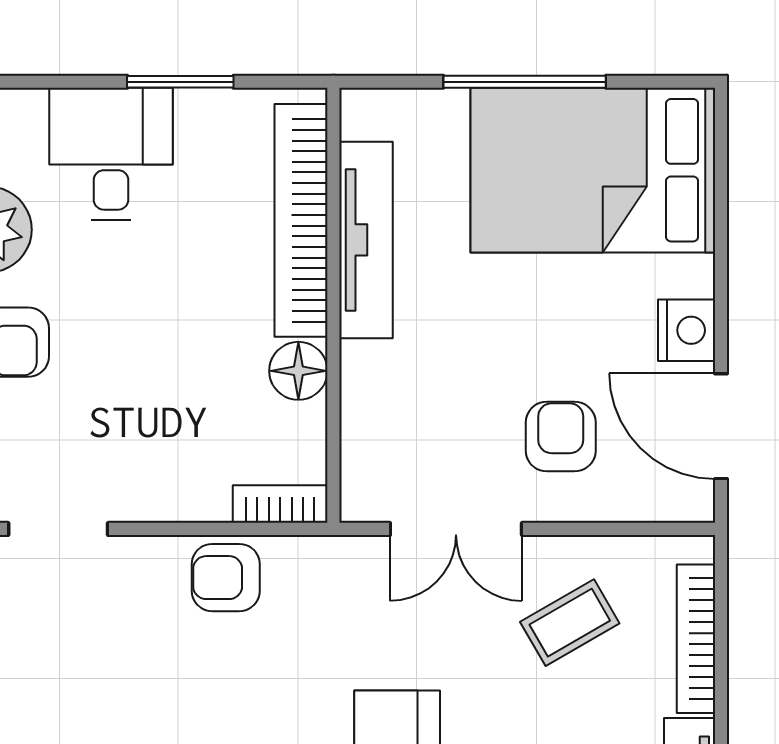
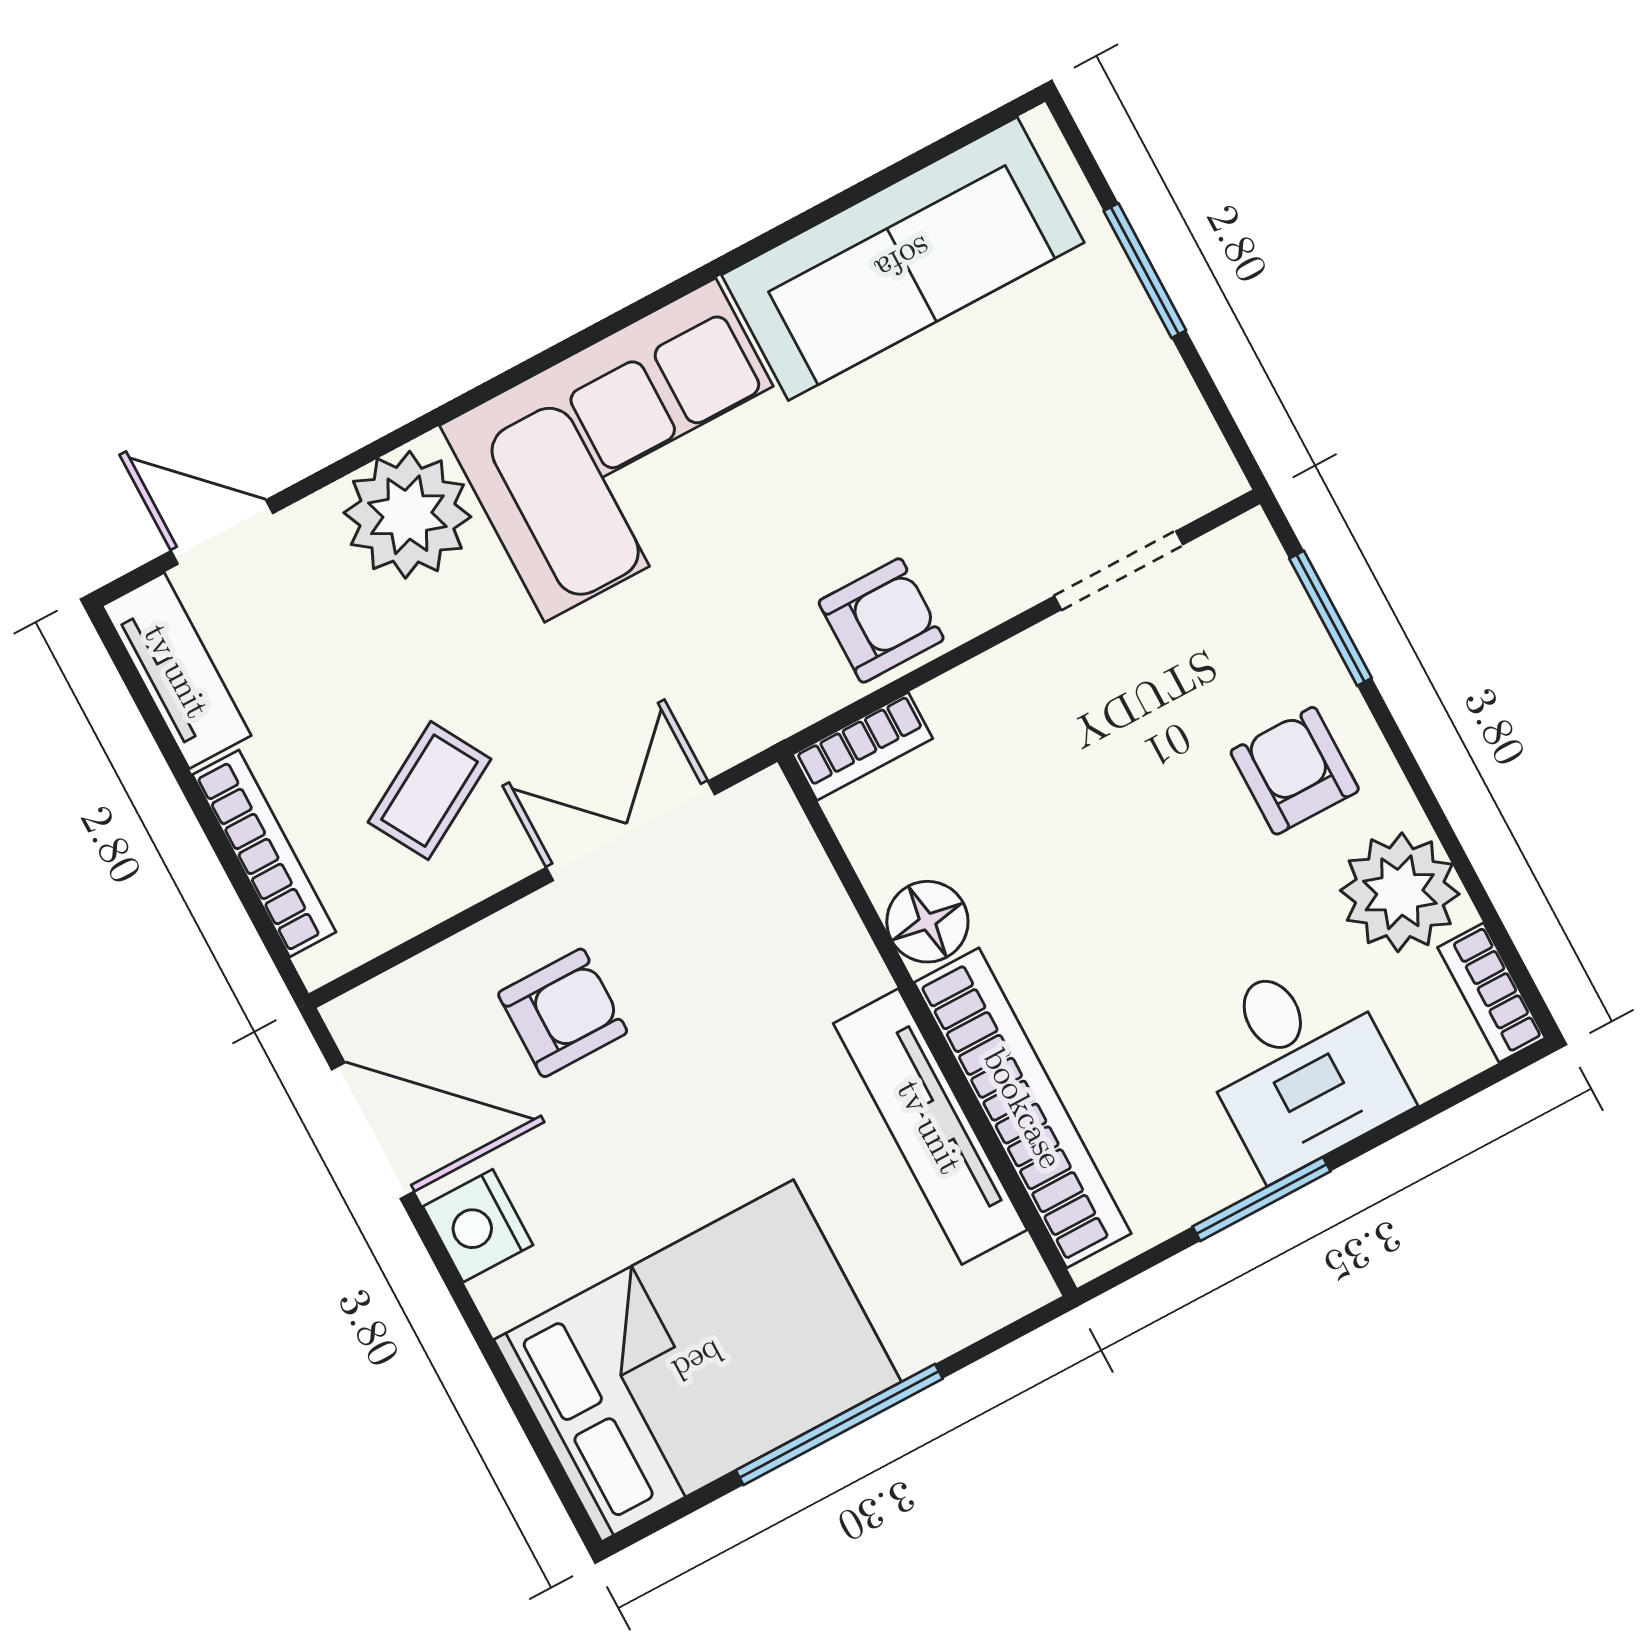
armchair: (561, 437) -> (563, 1013), turned -90

